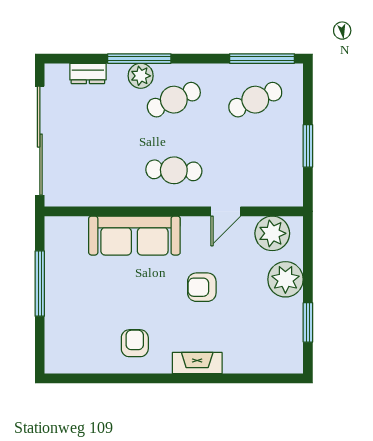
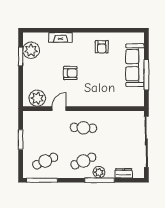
sofa: (134, 236) -> (135, 65), moved, turned -90
plant: (285, 279) -> (31, 50), moved
fireplace: (197, 363) -> (61, 37), moved

